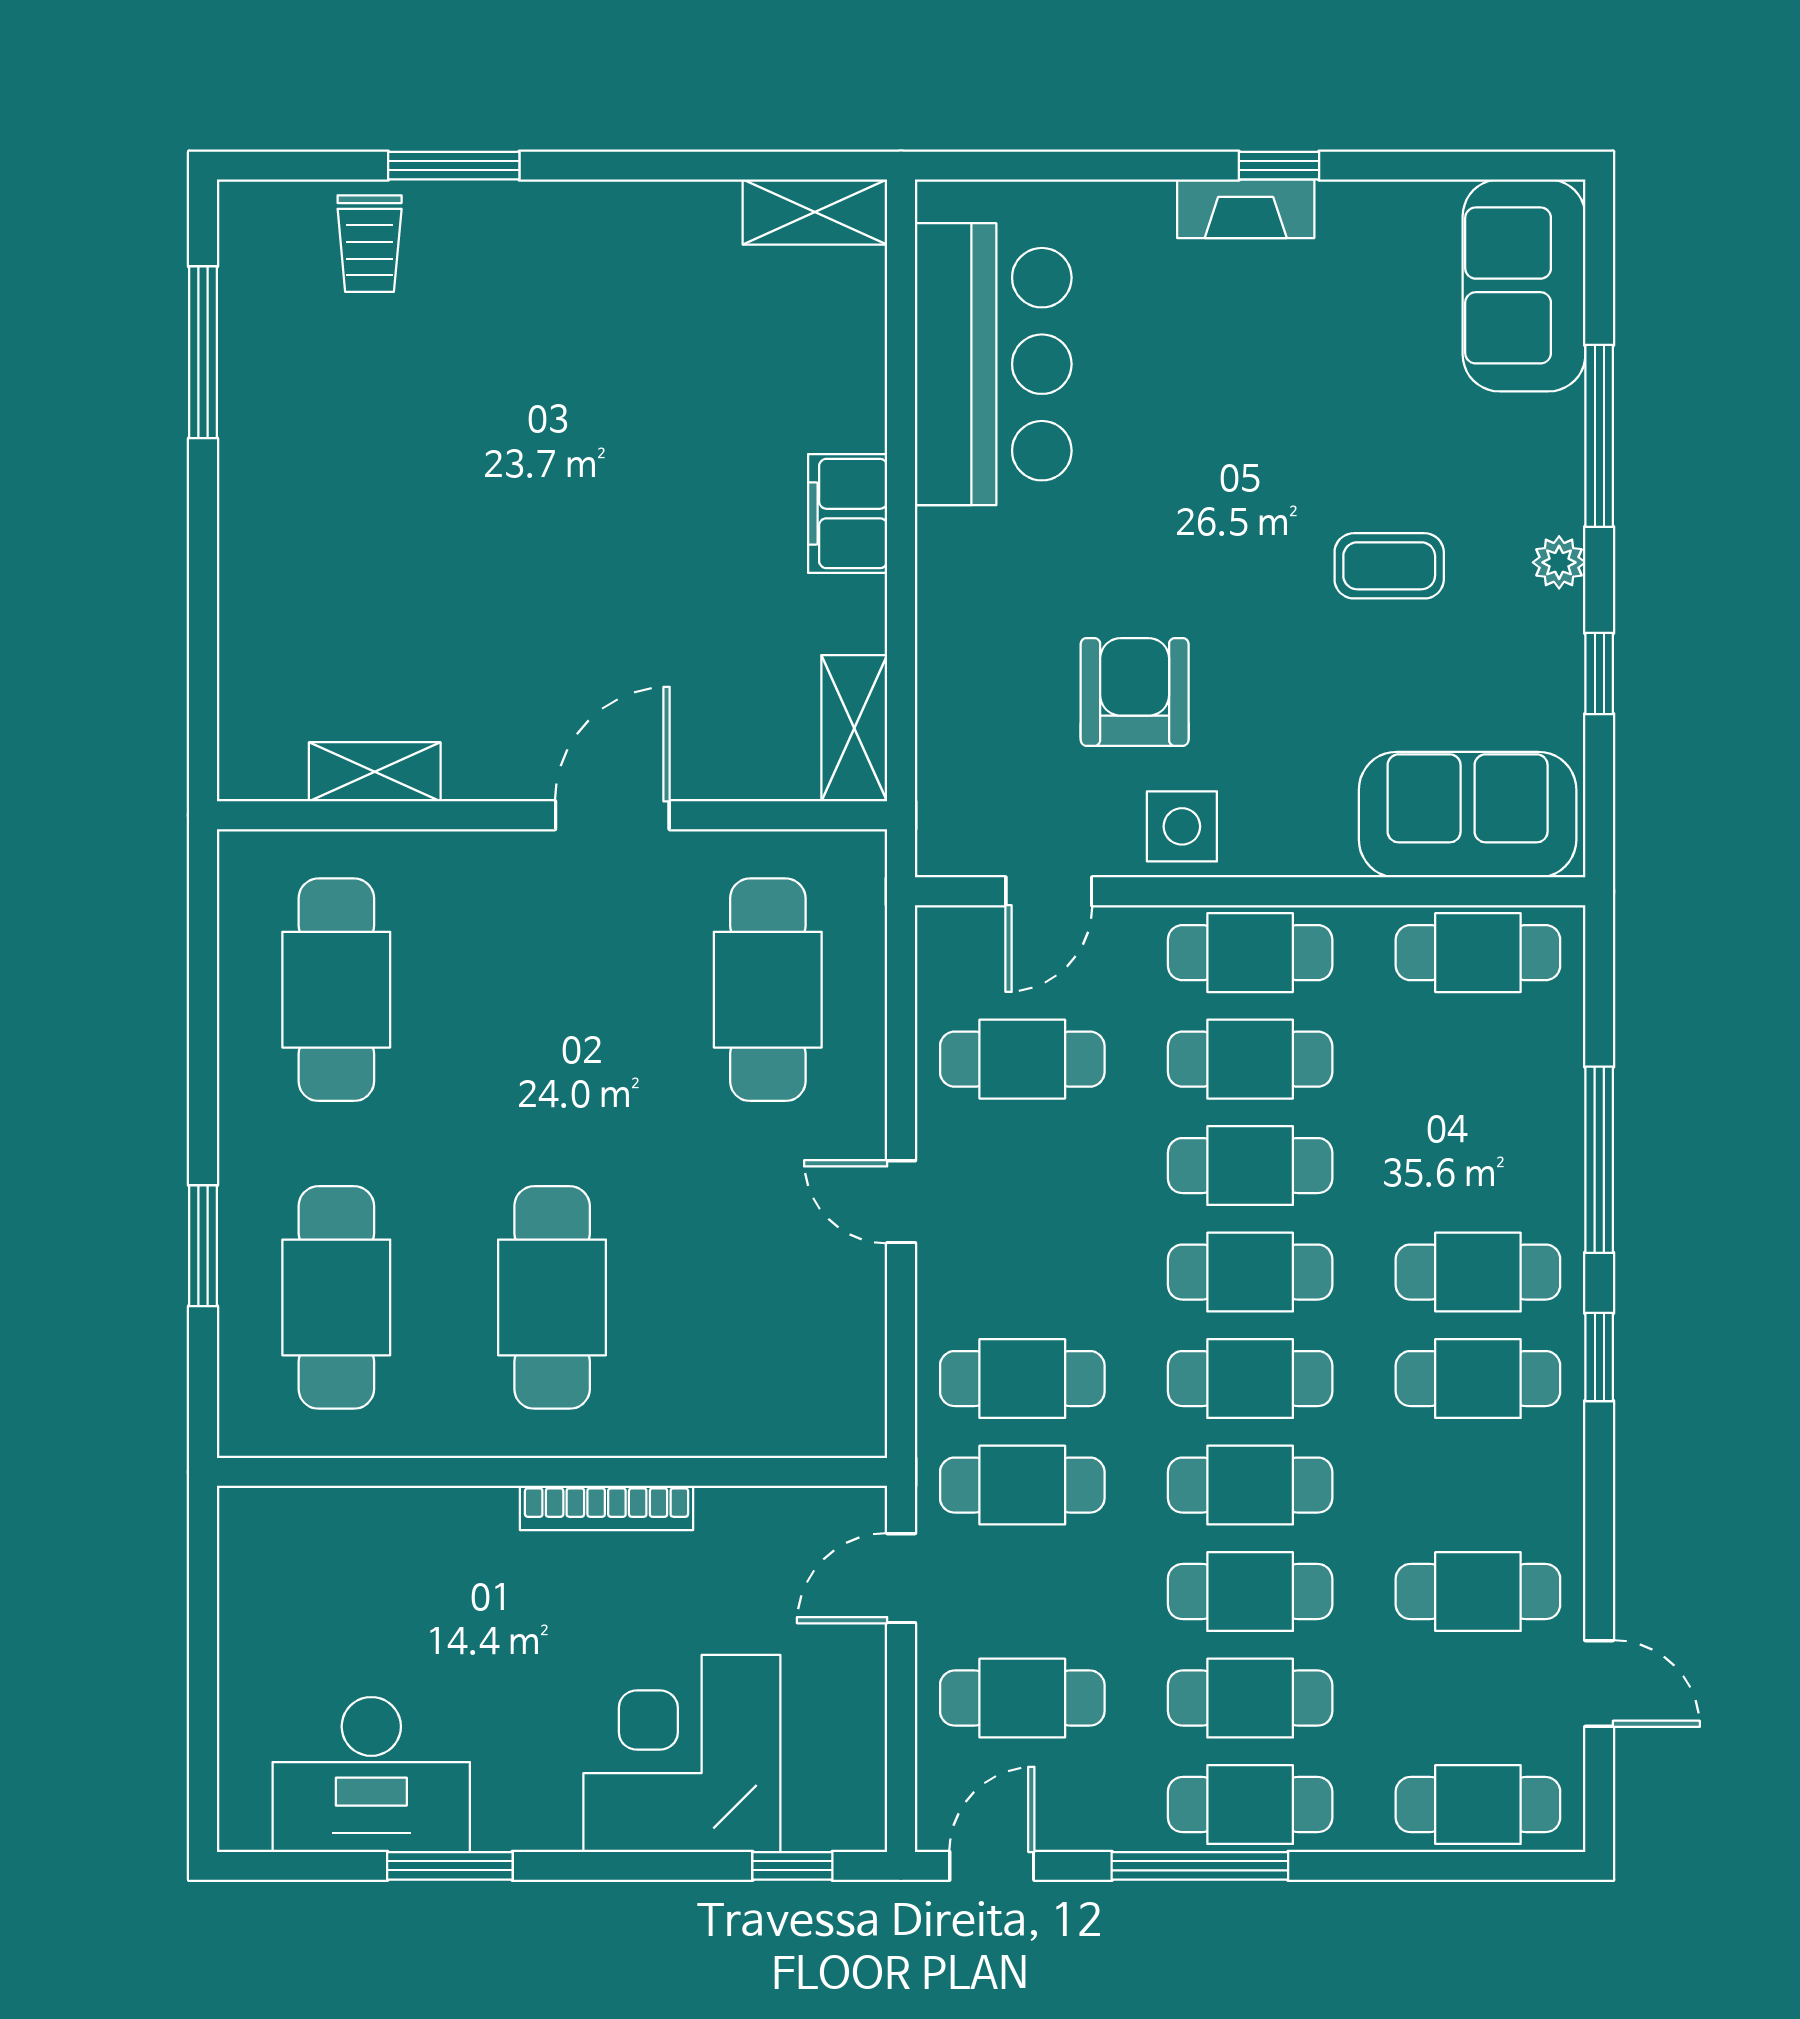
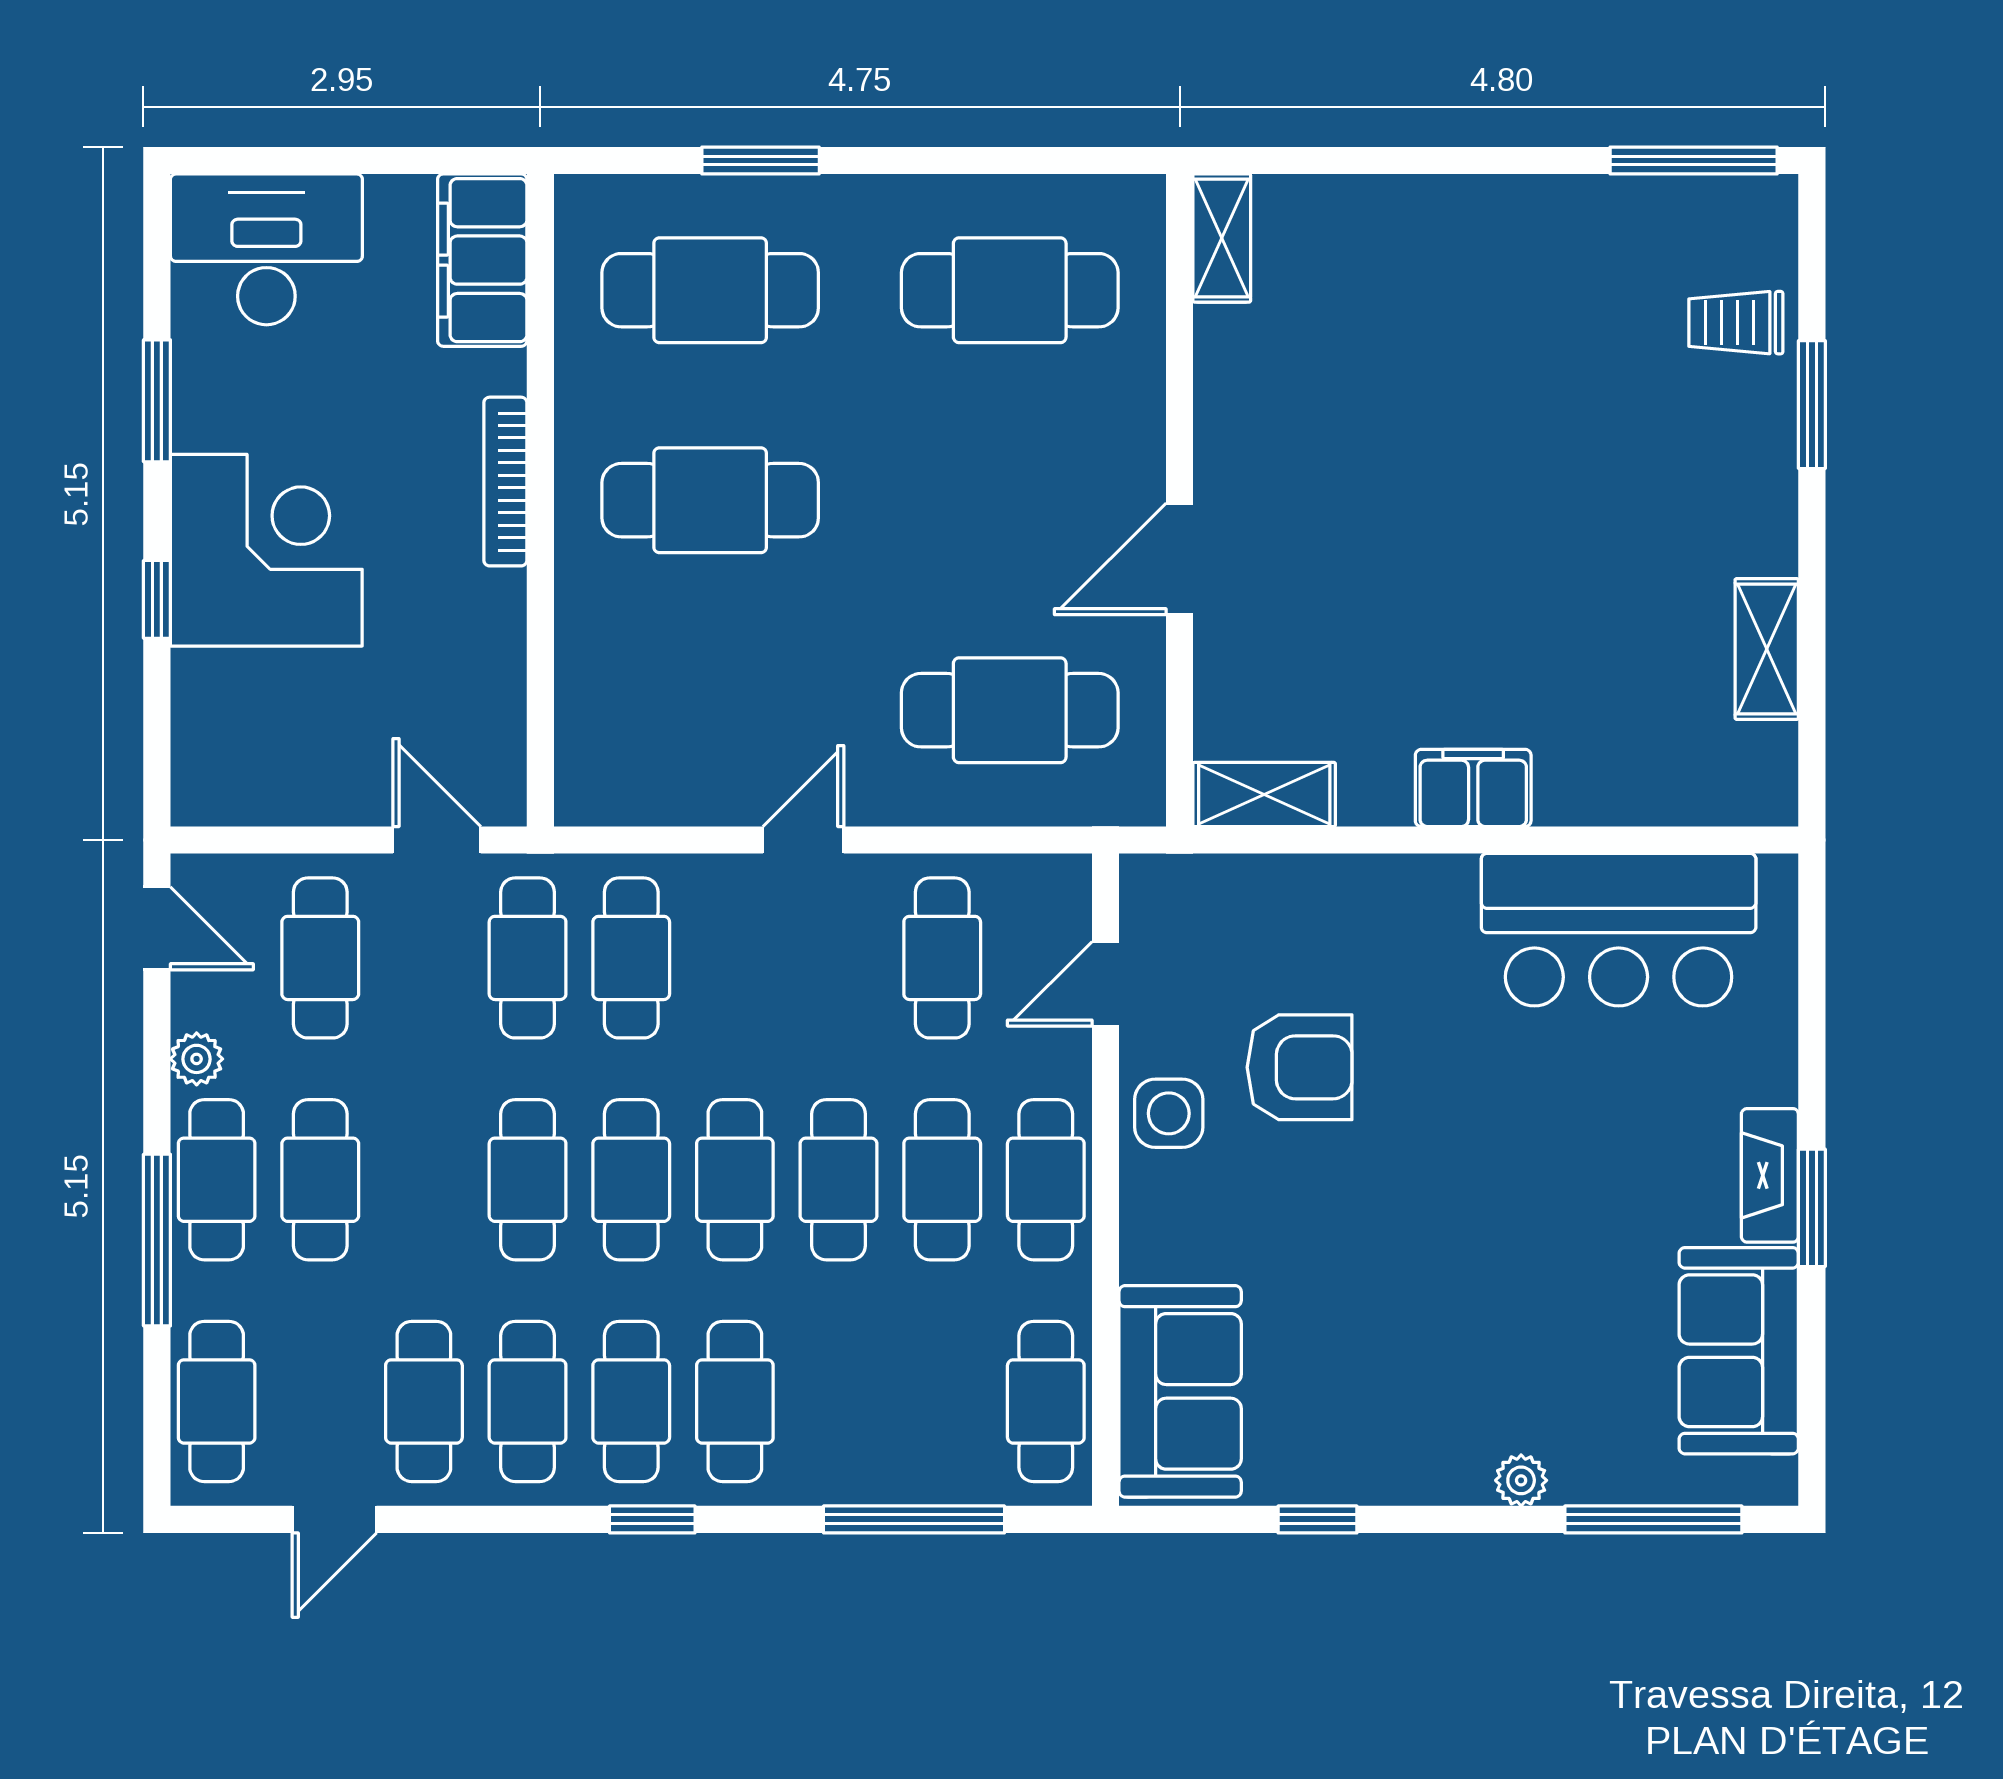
window: (1279, 166) -> (1812, 1208), width x1.50
shelving: (815, 212) -> (1767, 649), moved
sofa: (1524, 285) -> (1739, 1351), moved, turned -90
window: (203, 352) -> (1694, 160), moved
window: (1599, 436) -> (1653, 1519), moved
plant: (1559, 562) -> (1521, 1480), moved
coffee table: (1389, 566) -> (1422, 1315), removed
shelving: (375, 772) -> (1222, 238), moved
door: (612, 815) -> (1180, 559), swing flipped
door: (1049, 891) -> (1105, 984), hinge flipped
window: (1599, 1160) -> (914, 1519), moved
bookcase: (607, 1508) -> (505, 482), moved
filing cabinet: (305, 1532) -> (482, 260), added
cafe table: (1250, 1592) -> (528, 1401), moved
corner desk: (682, 1754) -> (266, 550), moved
desk: (371, 1775) -> (266, 249), moved, turned 90
plant: (1126, 1825) -> (197, 1059), added
window: (792, 1866) -> (157, 599), moved
window: (1200, 1866) -> (157, 1240), moved

